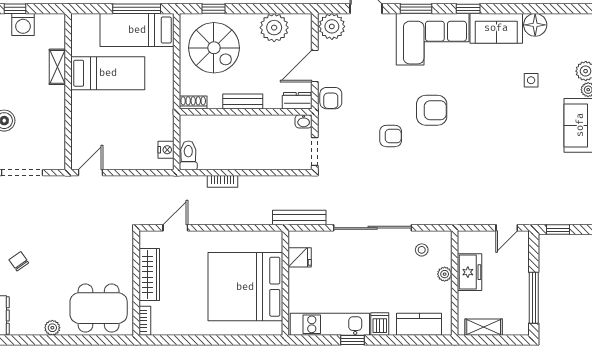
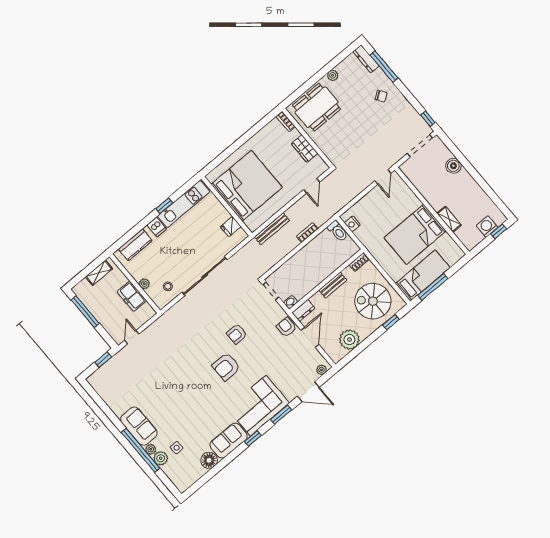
plant: (332, 26) -> (321, 370), width x0.53, depth x0.53
bed: (108, 73) -> (415, 234), width x1.50
side table: (531, 80) -> (177, 448), moved
bench: (299, 218) -> (272, 229), moved
wardrobe: (149, 275) -> (304, 148), width x0.67

